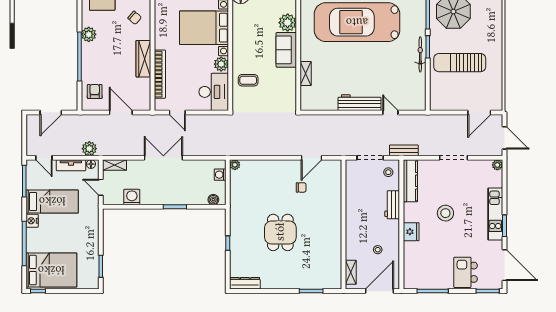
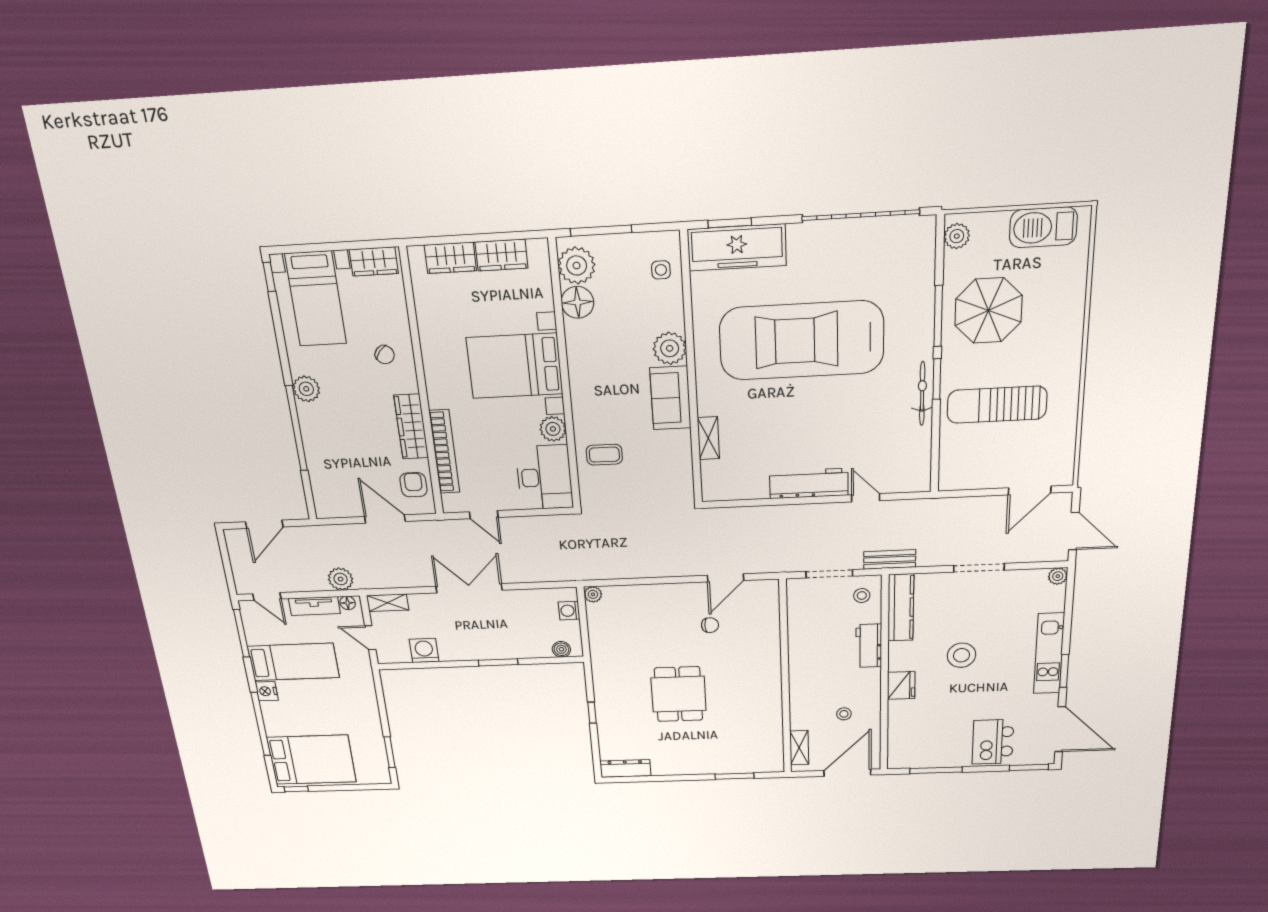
armchair: (95, 92) -> (413, 485), moved

